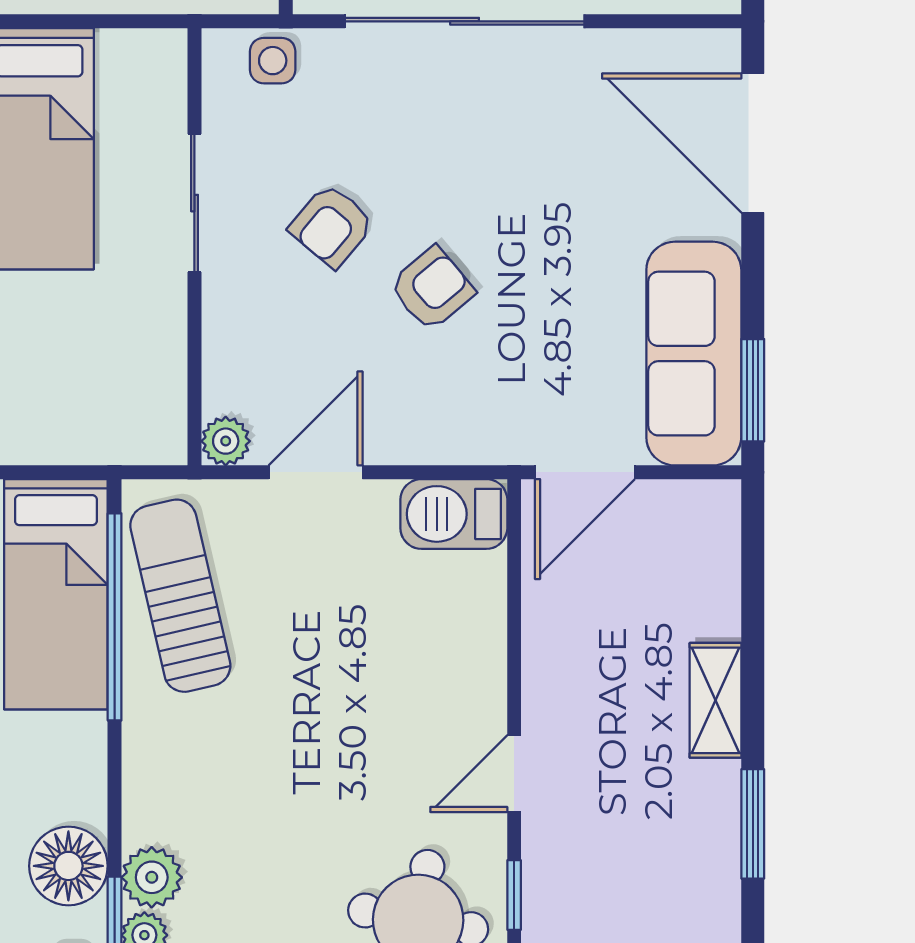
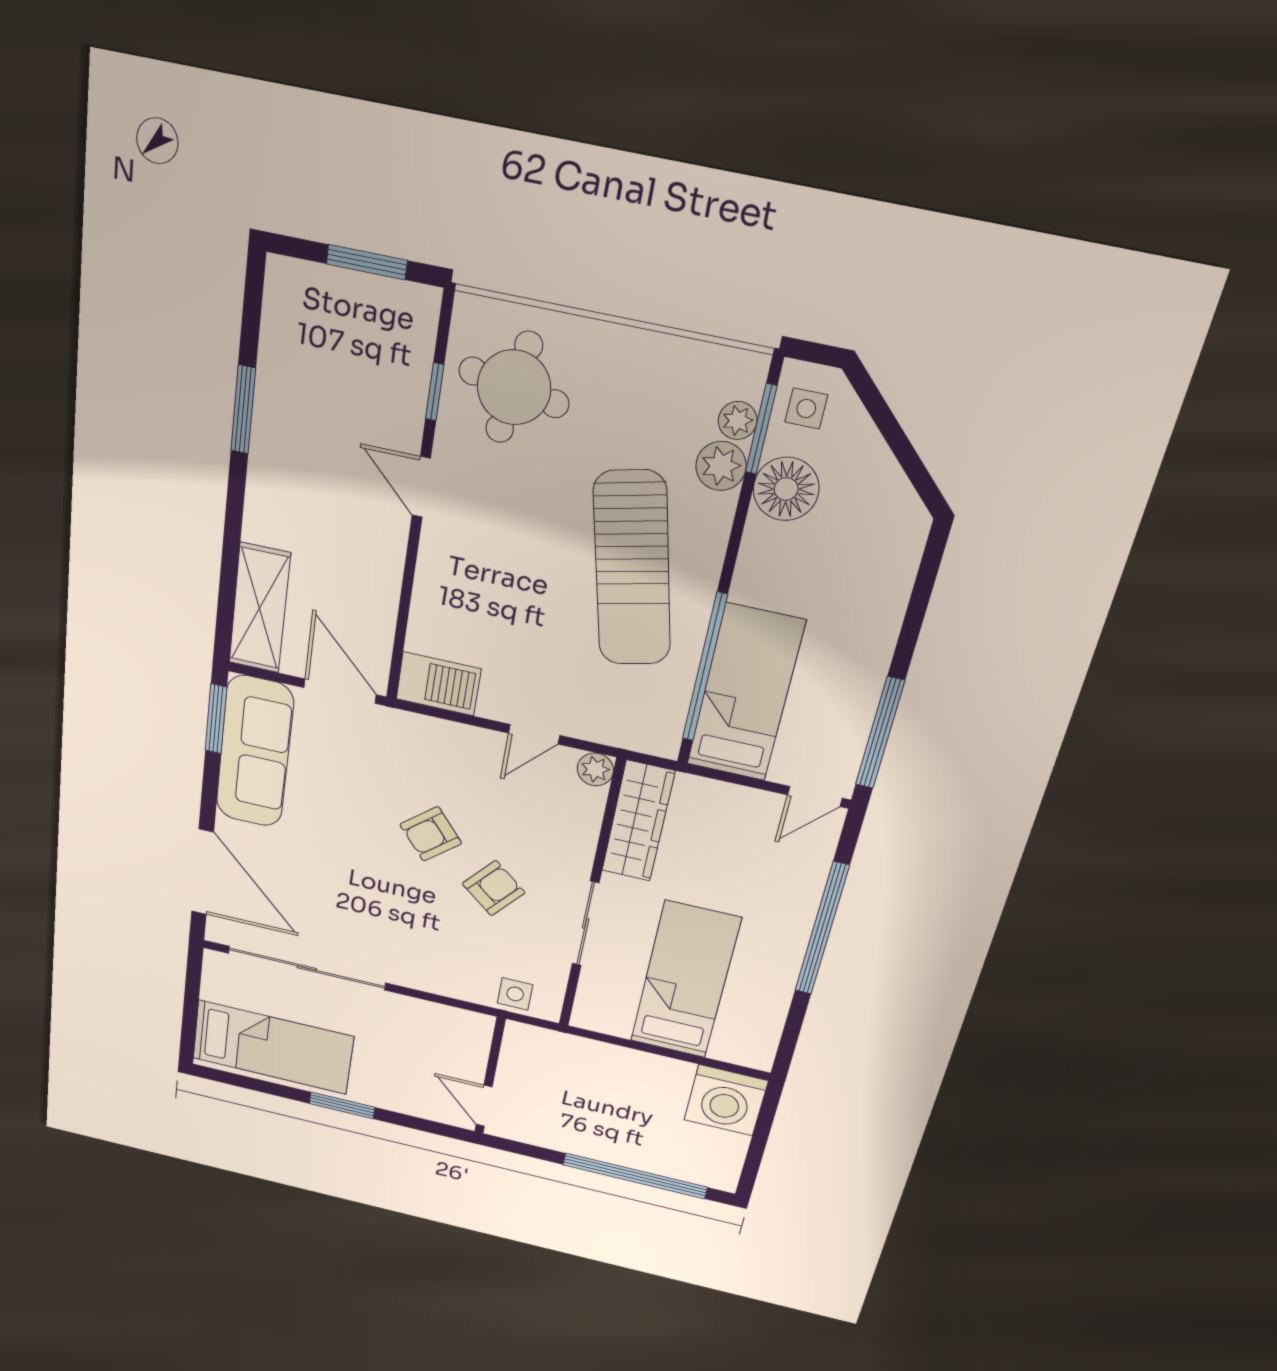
sliding door: (465, 21) -> (307, 968), moved
wardrobe: (154, 379) -> (638, 821), added
door: (316, 472) -> (534, 734), width x0.73
door: (585, 472) -> (340, 691), hinge flipped
sun lounger: (180, 596) -> (632, 569), moved, width x1.36, depth x1.34
shelving: (715, 700) -> (259, 608), moved, width x1.50, depth x1.33
door: (514, 774) -> (421, 487), swing flipped

